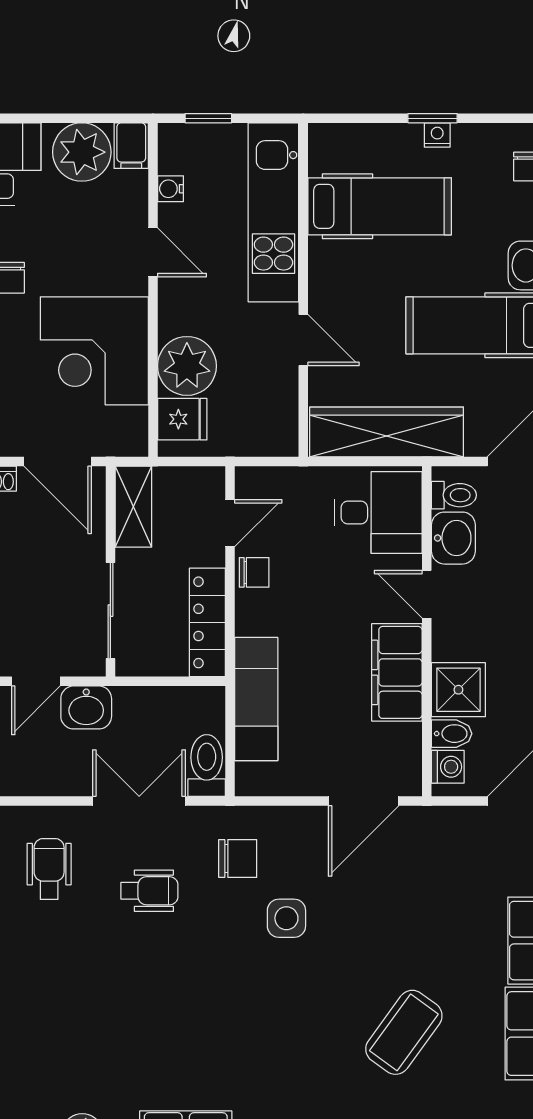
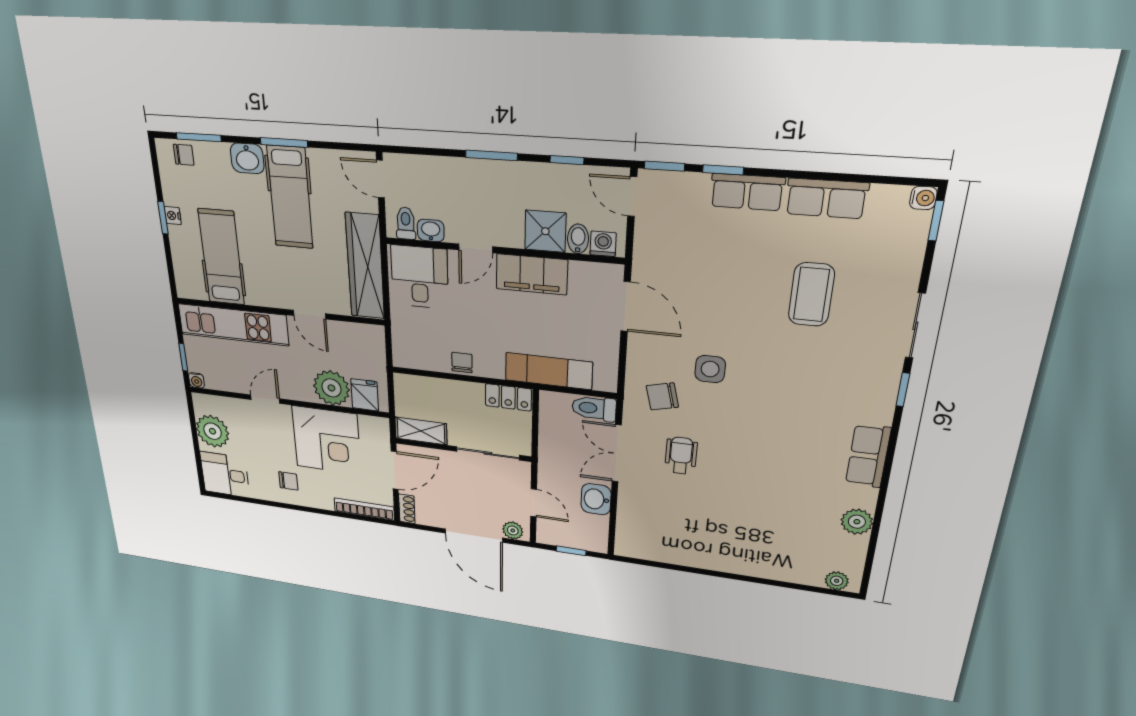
filing cabinet: (131, 146) -> (205, 403), removed
water cooler: (170, 189) -> (196, 380), moved
door: (303, 340) -> (310, 315), swing flipped
door: (230, 523) -> (430, 374), removed
washbasin: (453, 538) -> (431, 230), width x0.72, depth x0.69
locker: (207, 622) -> (508, 397), width x0.66
washbasin: (86, 707) -> (596, 499), moved, turned 180
chair: (238, 859) -> (662, 396), turned -104
wheelchair: (49, 869) -> (660, 514), removed
coffee table: (404, 1032) -> (811, 295), turned 54

